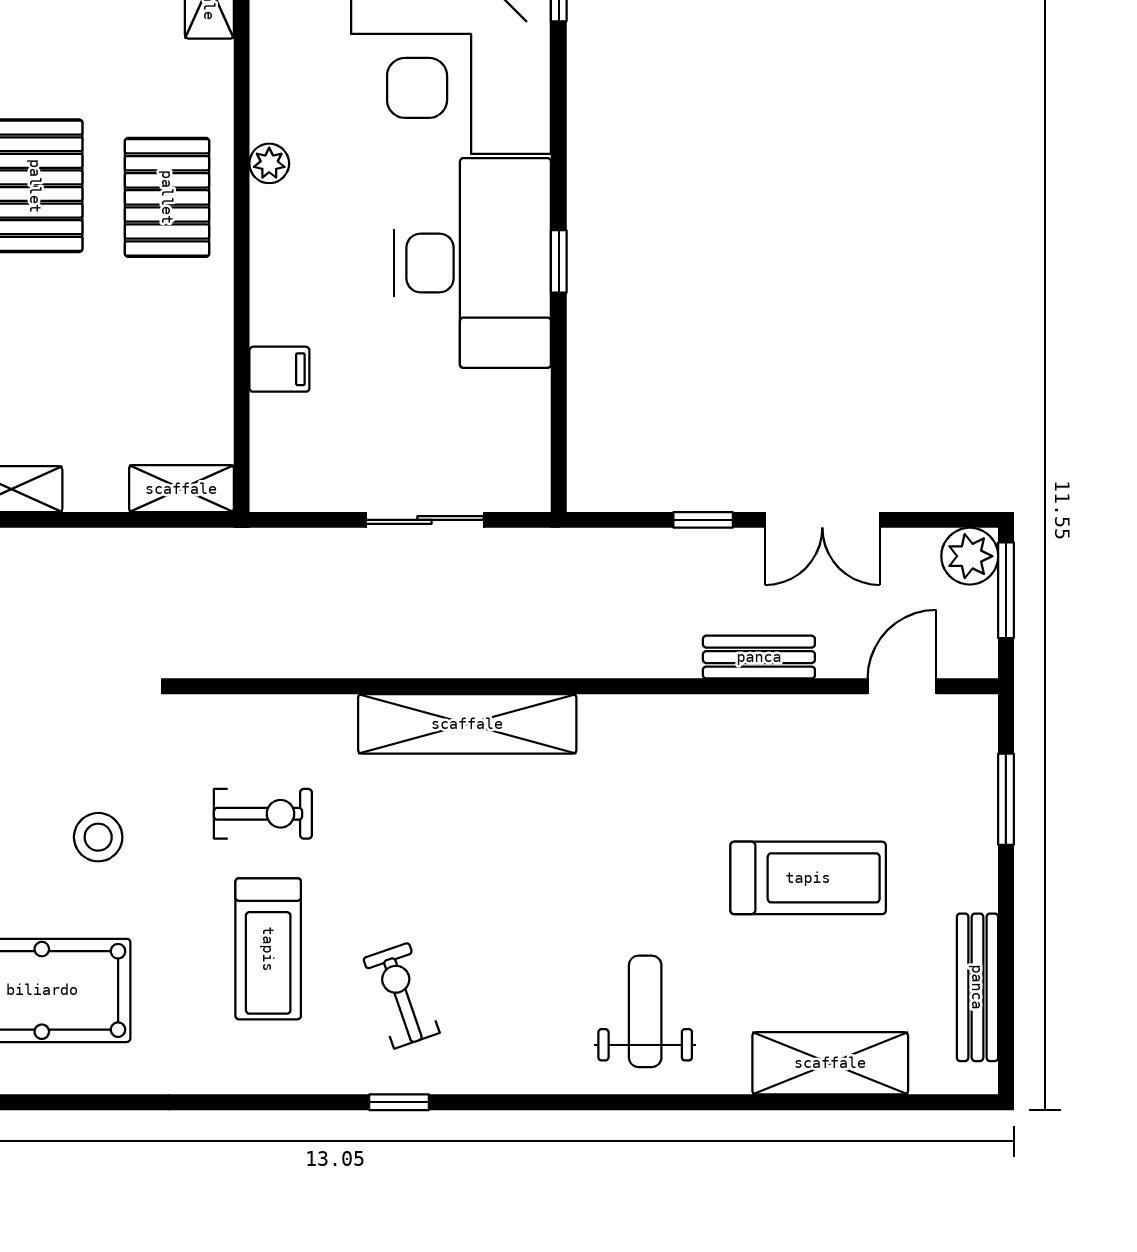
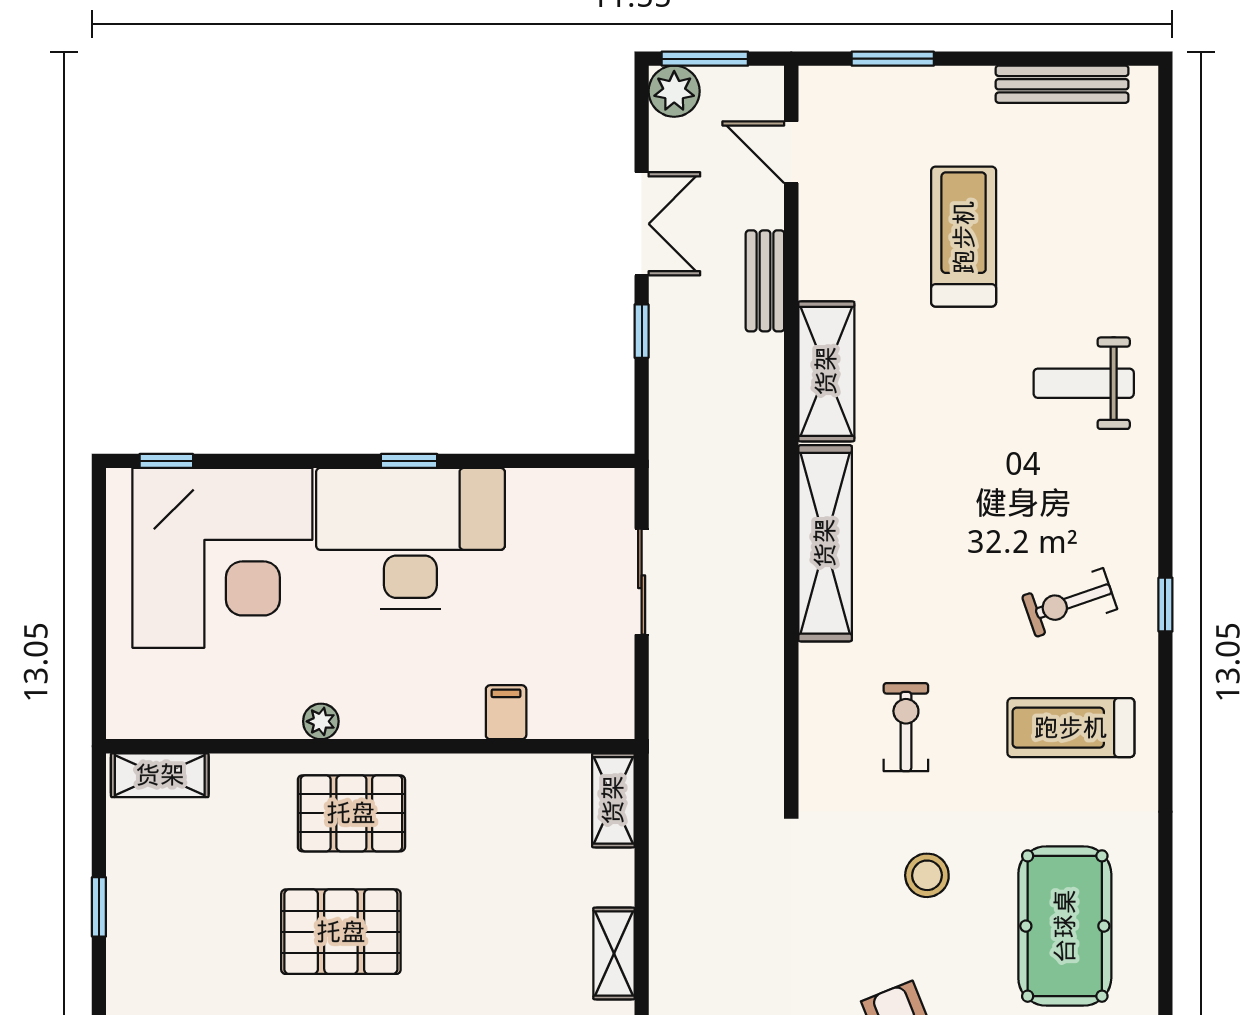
treadmill: (268, 949) -> (1071, 728), moved, turned 180
shelving: (830, 1063) -> (826, 371), moved

